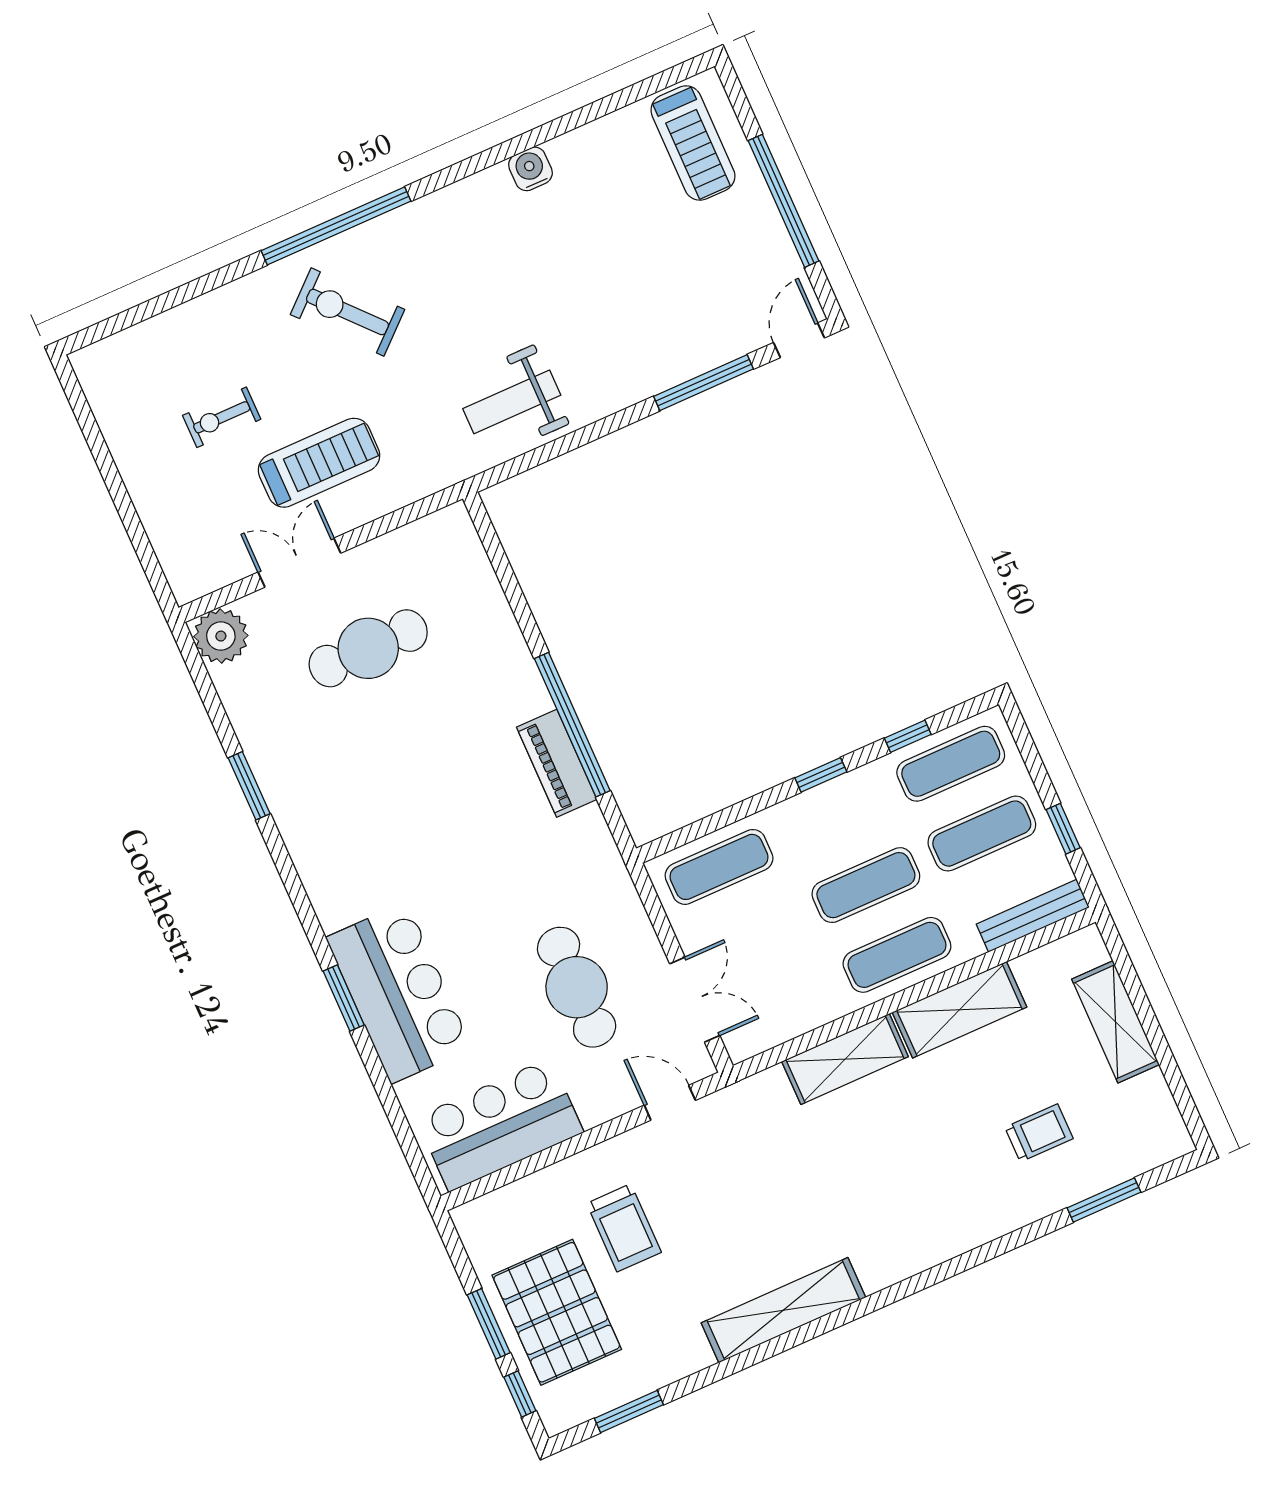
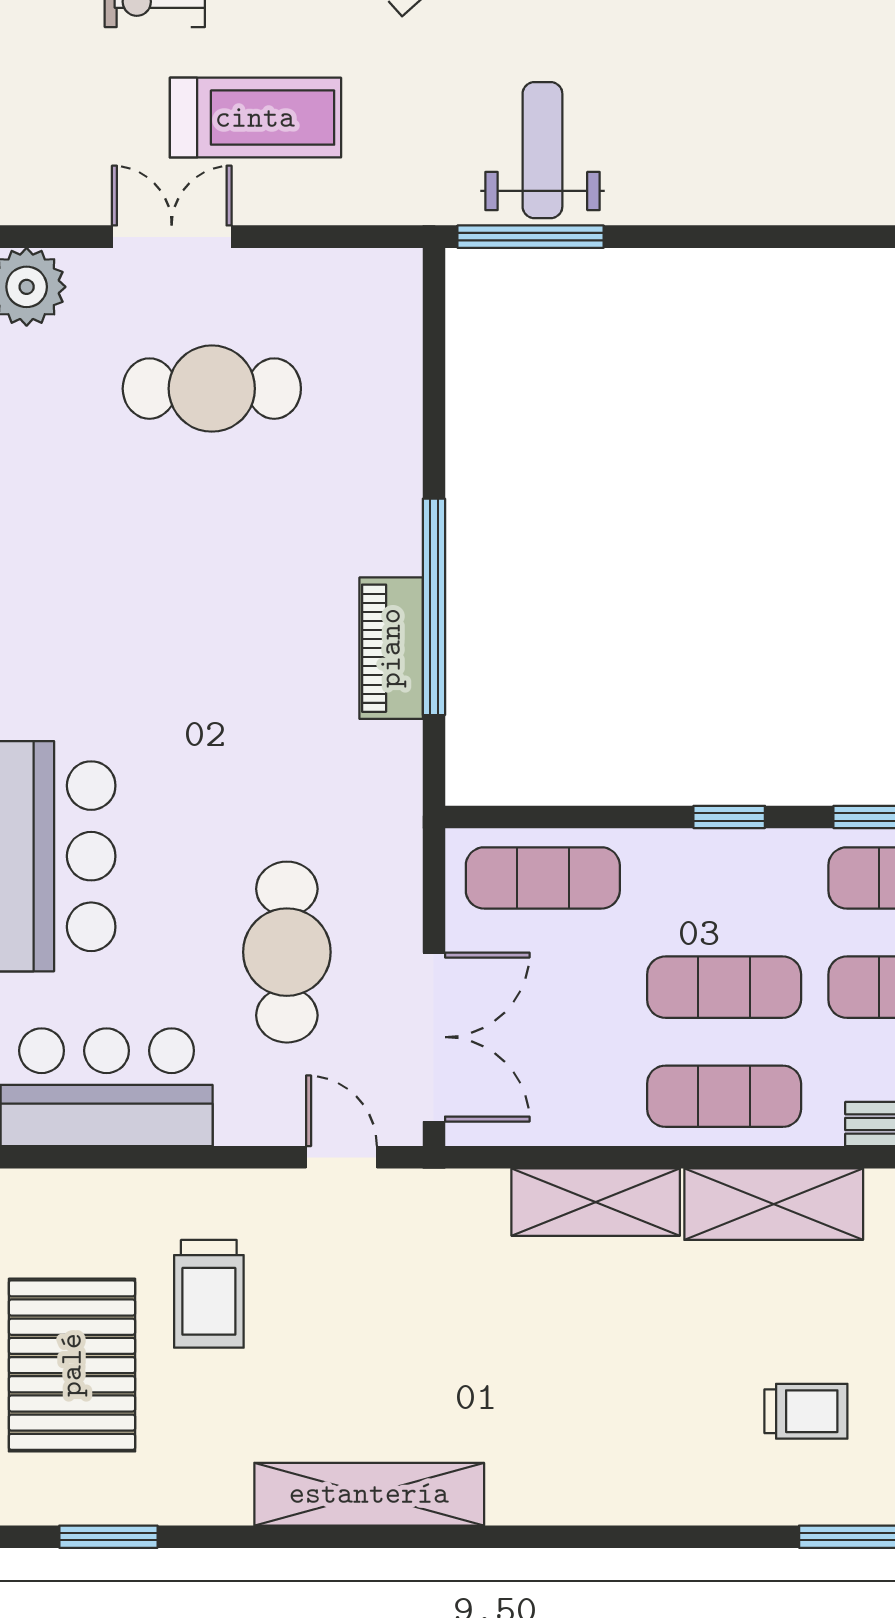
window: (704, 383) -> (531, 237), moved
weight bench: (512, 402) -> (542, 150), turned 90
double door: (695, 1000) -> (434, 1037), width x1.37

